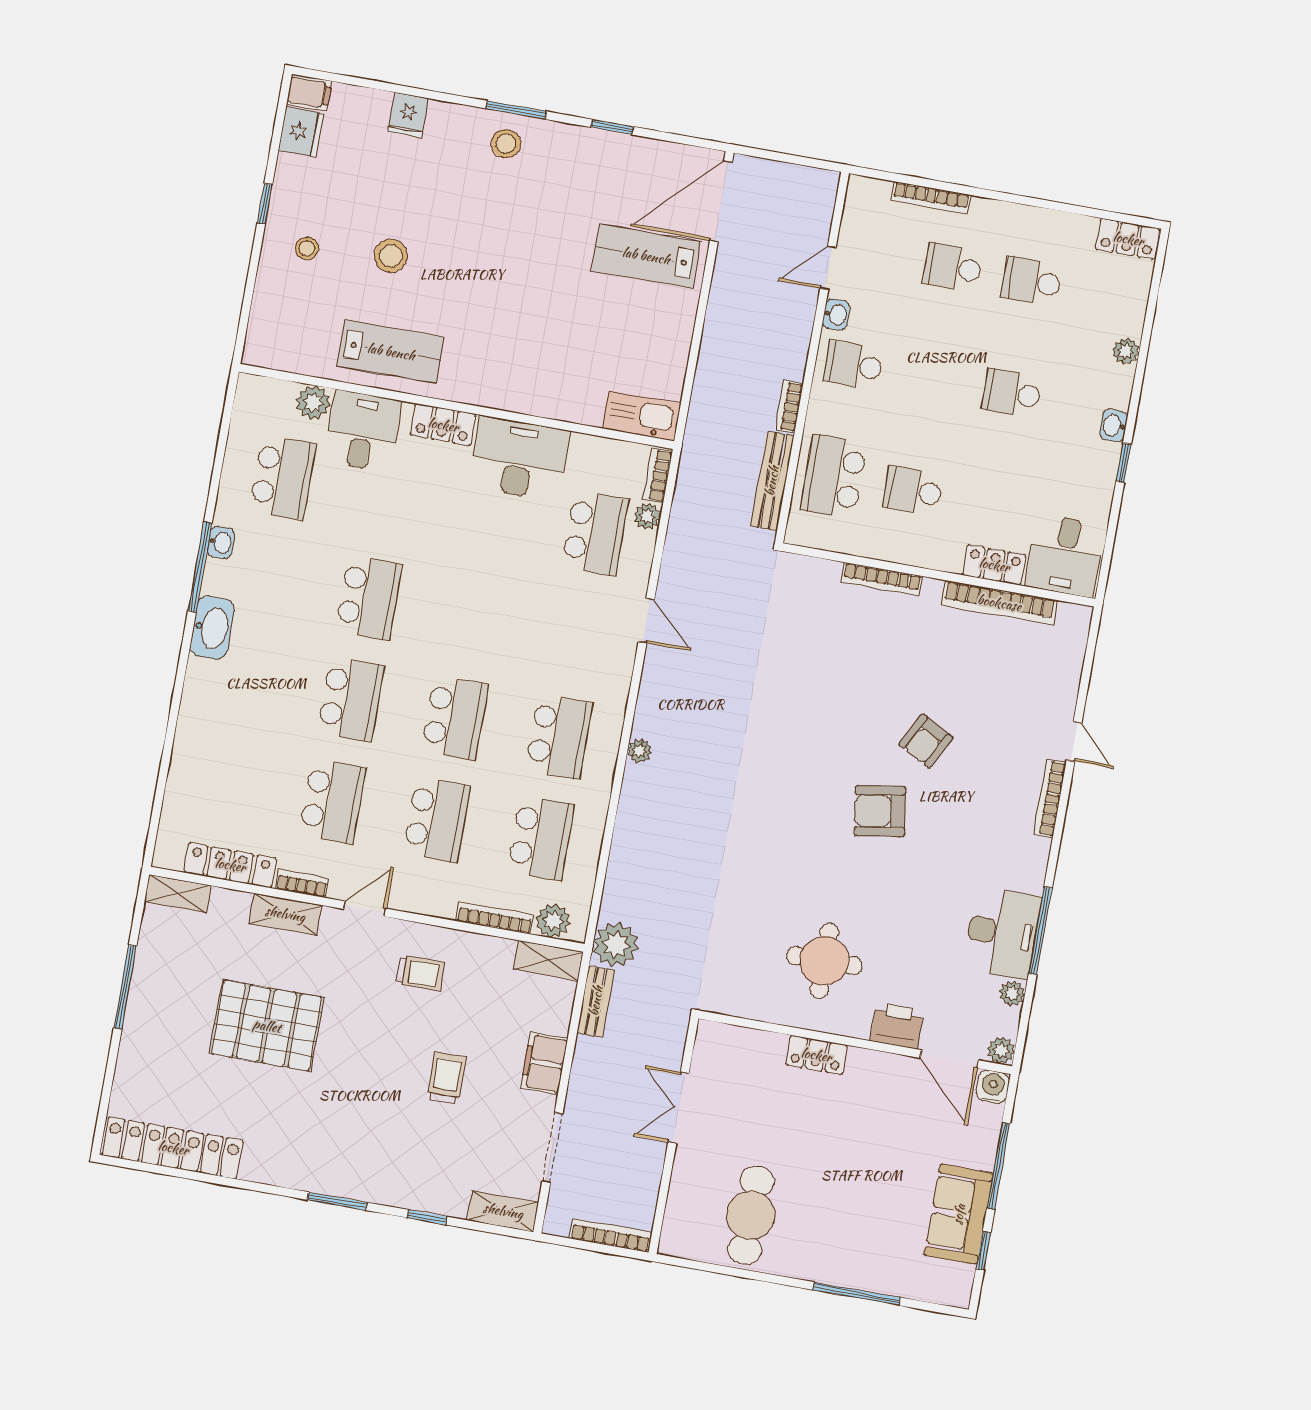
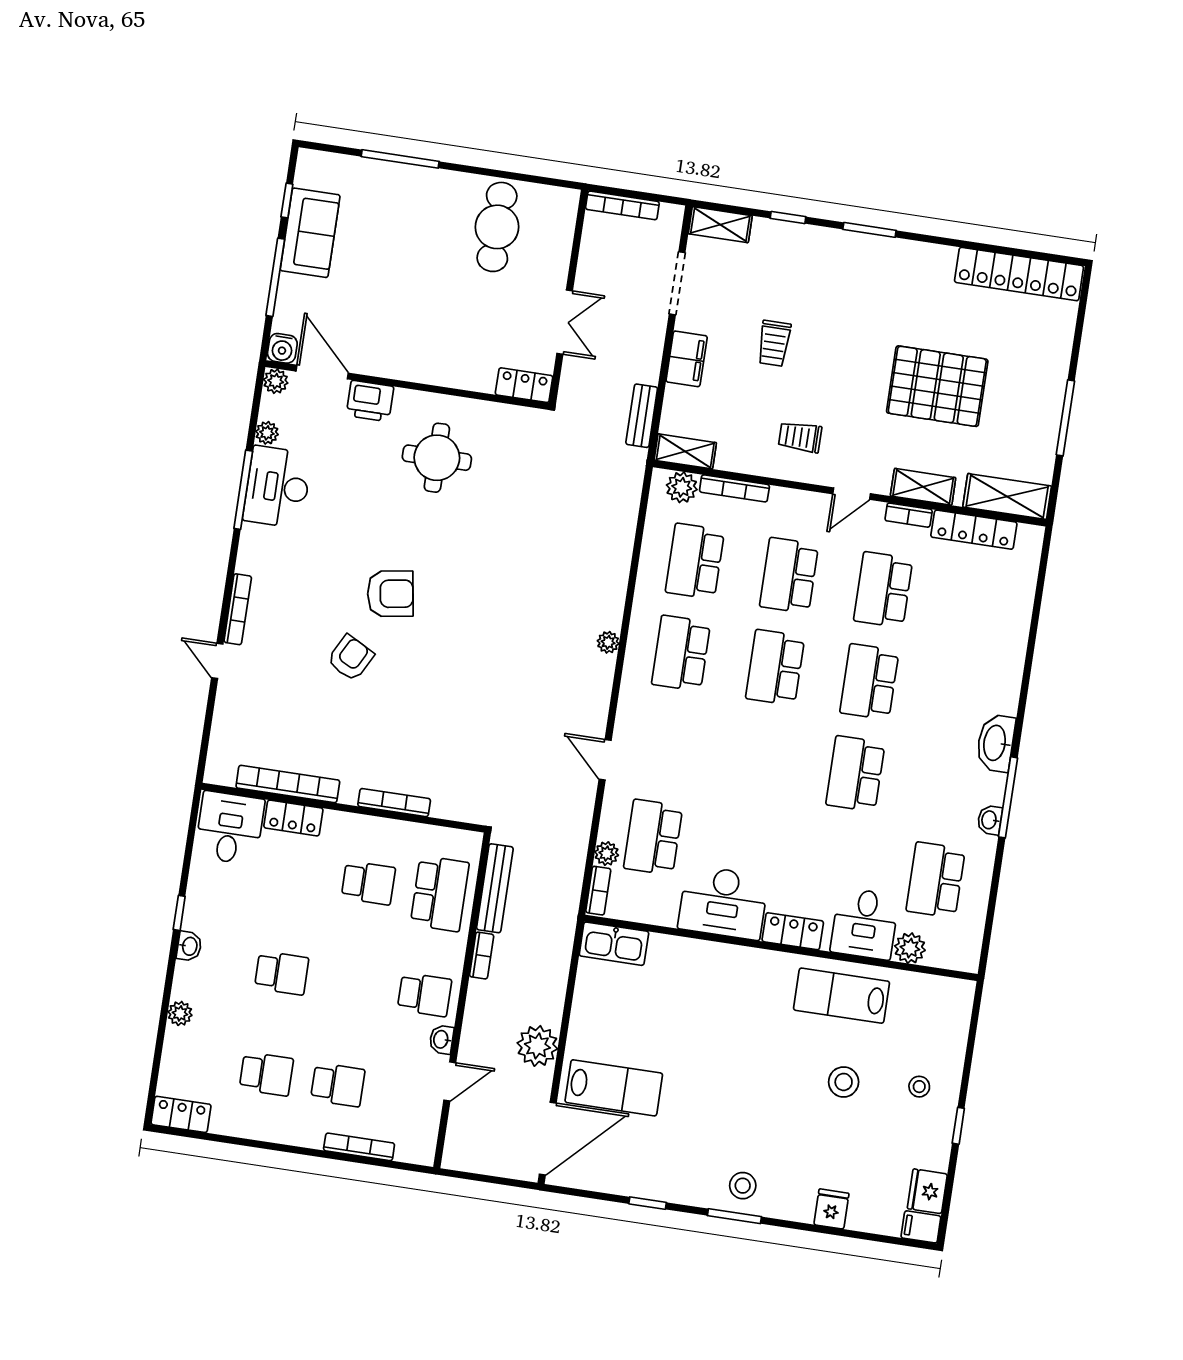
shelving: (178, 894) -> (1007, 496), width x1.50, depth x1.33
plant: (616, 945) -> (537, 1046), moved
locker: (816, 1055) -> (524, 385), moved

